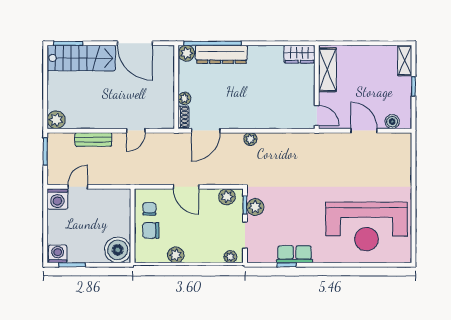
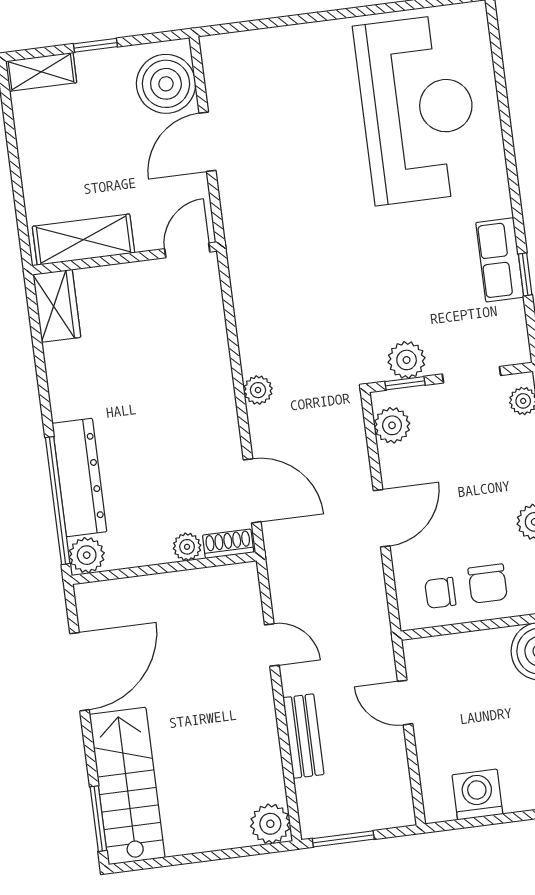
boiler: (392, 122) -> (166, 84), width x1.86, depth x1.86
door: (78, 187) -> (405, 703), moved
washing machine: (57, 199) -> (477, 794), moved, turned -90

